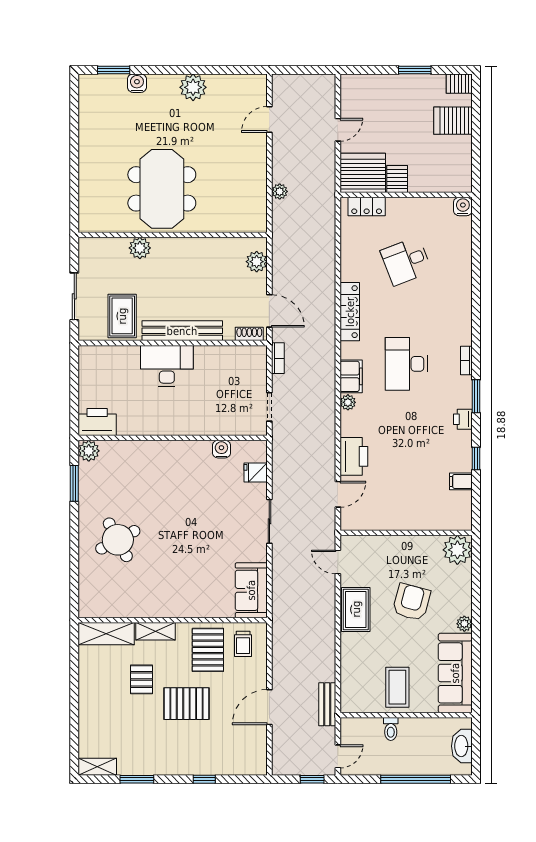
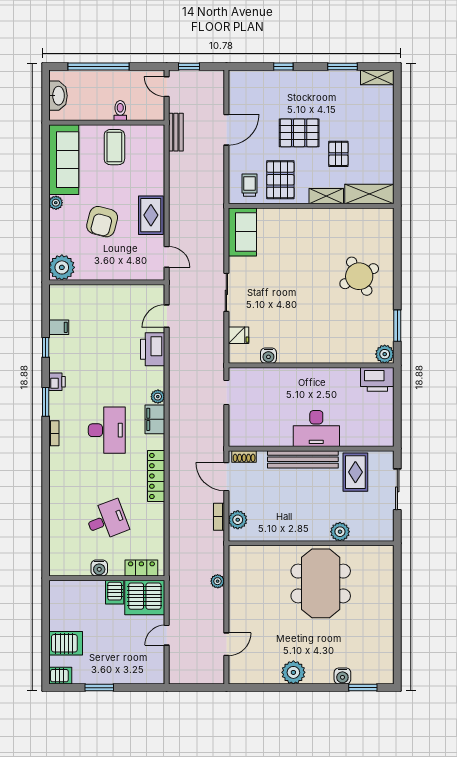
water cooler: (463, 206) -> (99, 568), moved
bookcase: (278, 358) -> (219, 517), moved
door: (338, 756) -> (167, 87), hinge flipped

